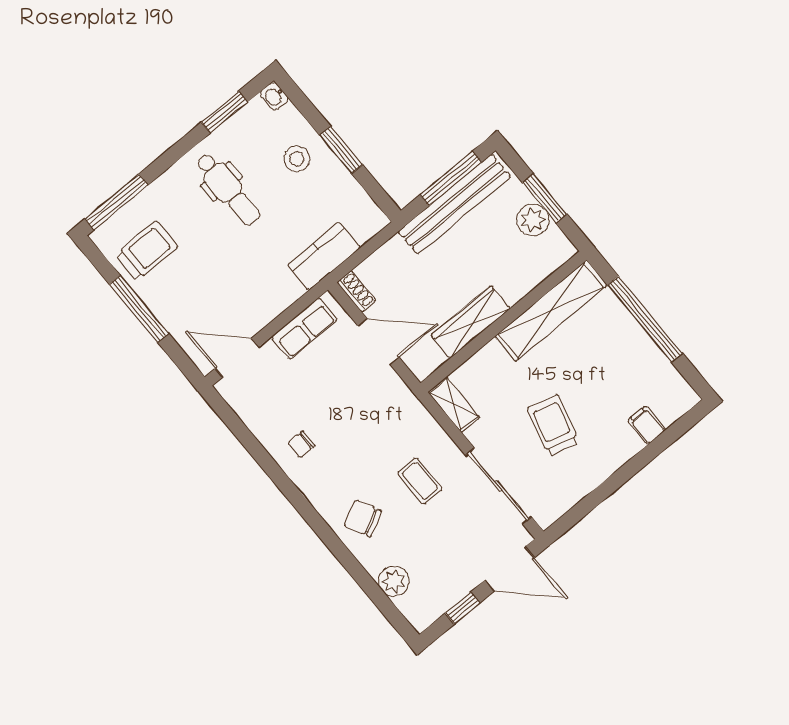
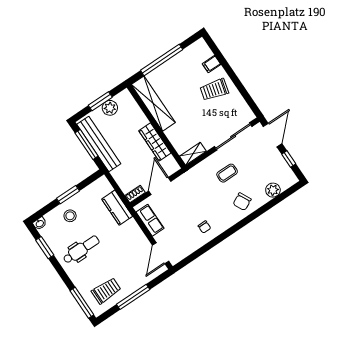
trolley: (147, 251) -> (106, 291), turned 90
trolley: (553, 425) -> (214, 90), moved

